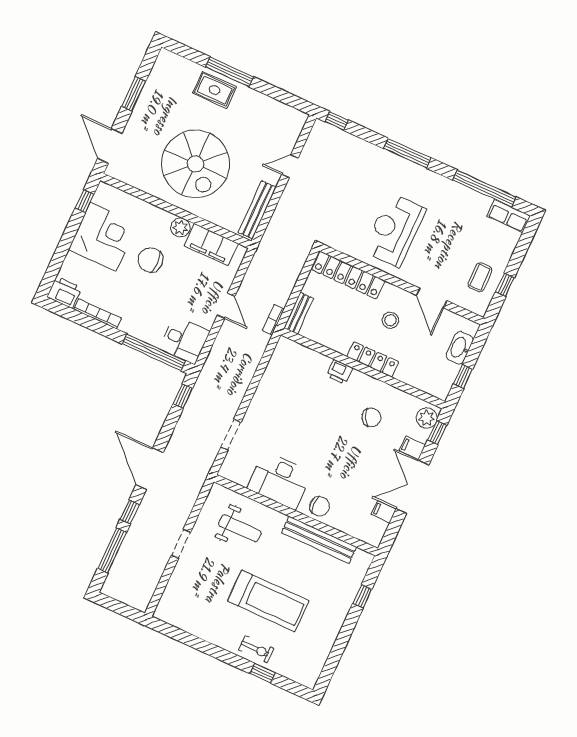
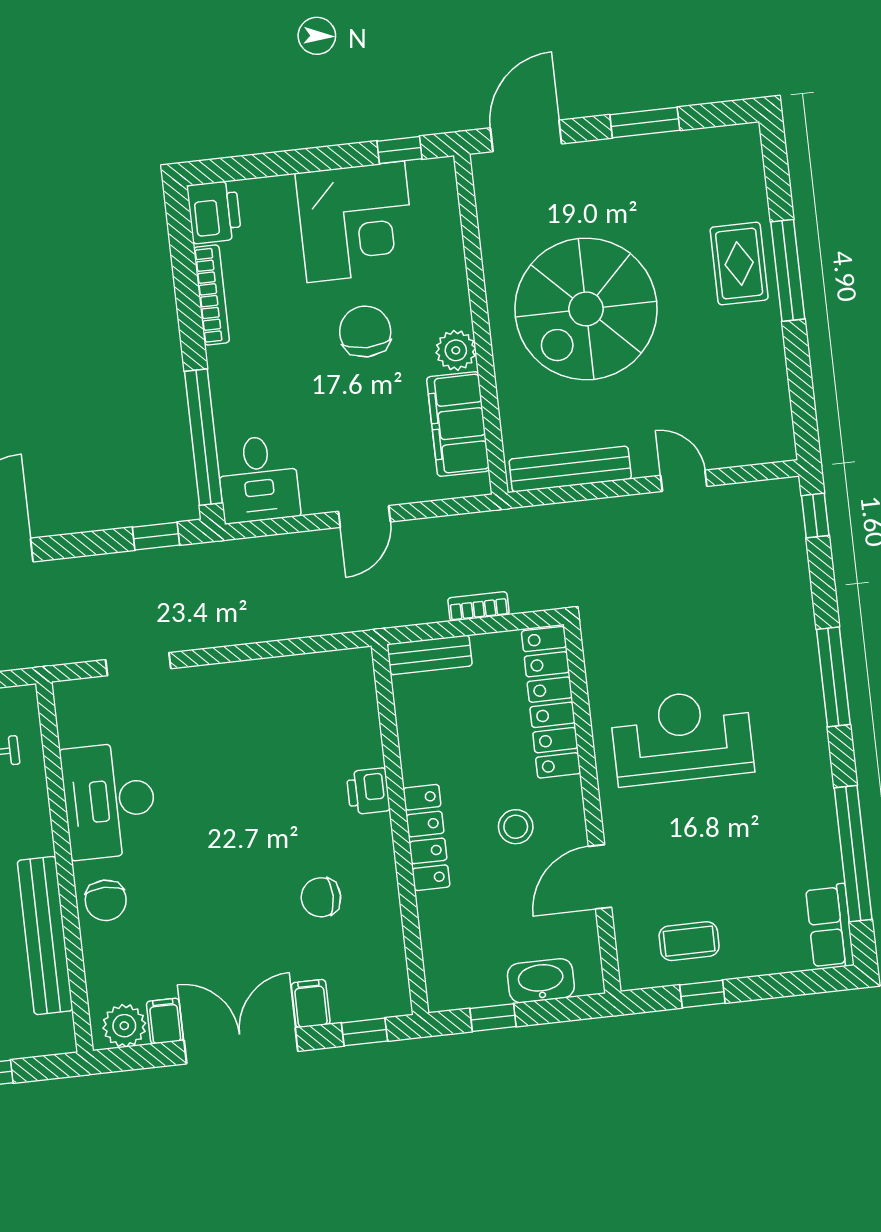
bookcase: (273, 320) -> (478, 606), moved
chair: (371, 417) -> (321, 897), turned 116
plant: (427, 418) -> (124, 1026), moved

